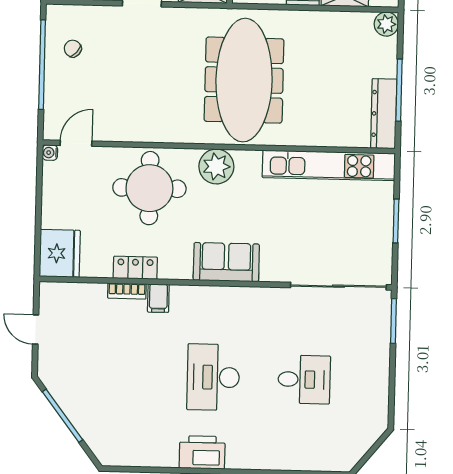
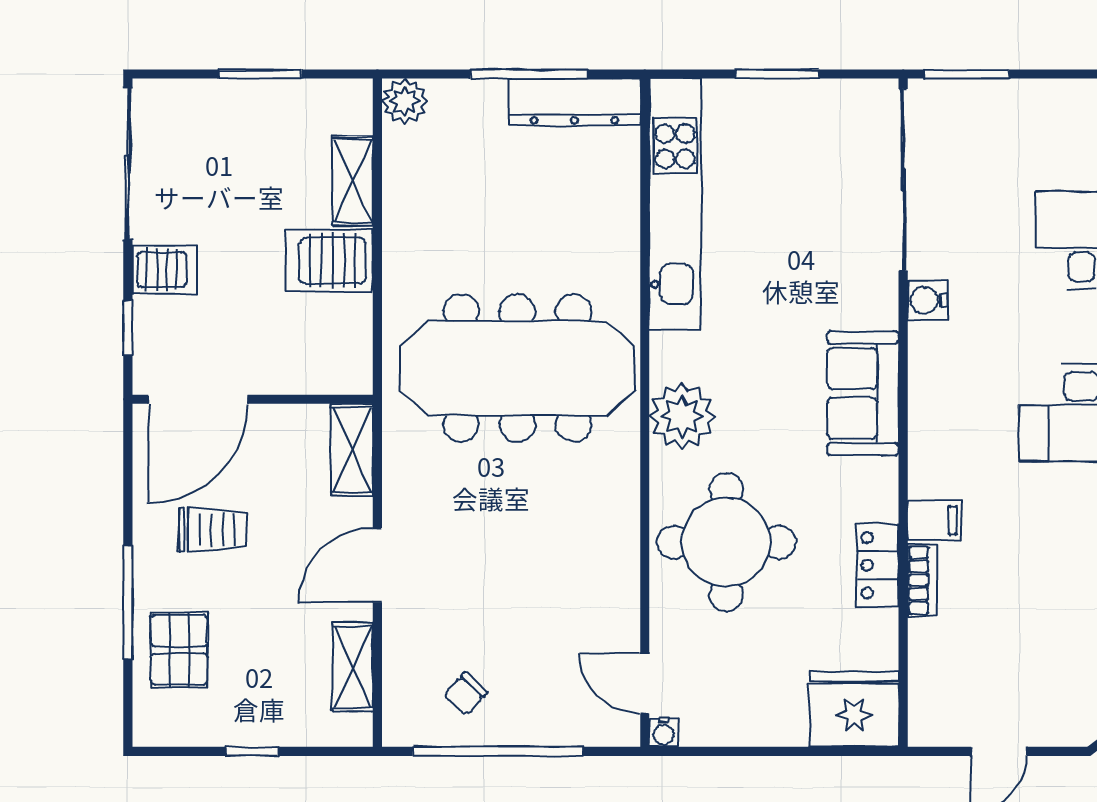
water cooler: (275, 297) -> (927, 300), added

